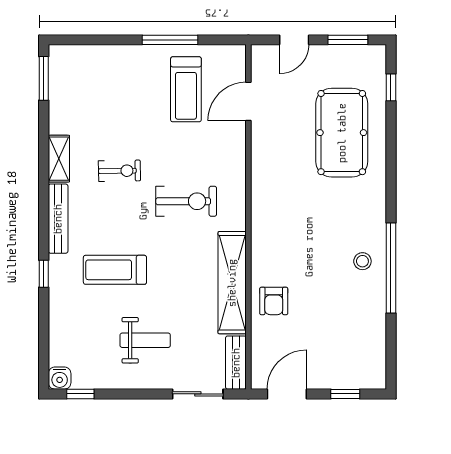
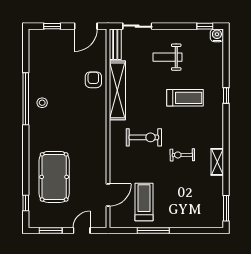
exercise bike: (186, 201) -> (144, 137), turned 180
bench: (58, 219) -> (218, 127), removed

